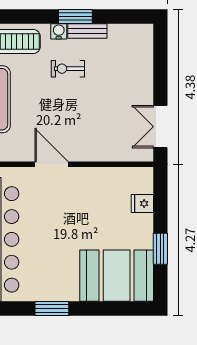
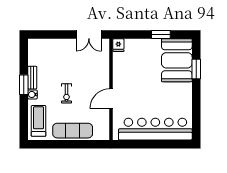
exercise bike: (68, 69) -> (66, 93), moved
fridge: (142, 204) -> (118, 45), moved
window: (52, 309) -> (196, 69), moved

